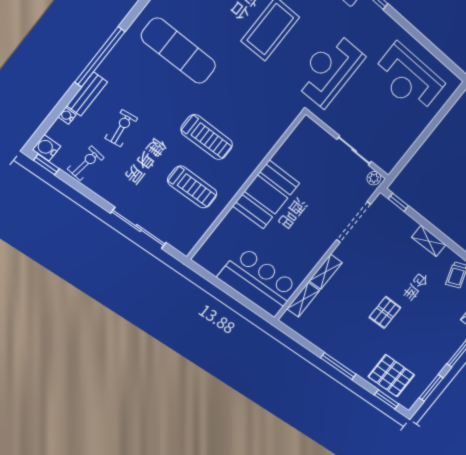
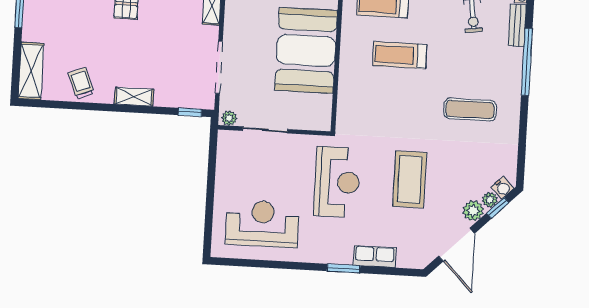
exercise mat: (179, 51) -> (470, 110), width x0.73, depth x0.69
booth: (266, 195) -> (306, 50), width x1.36, depth x1.42

